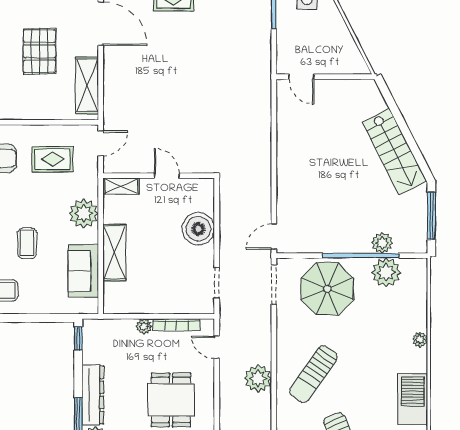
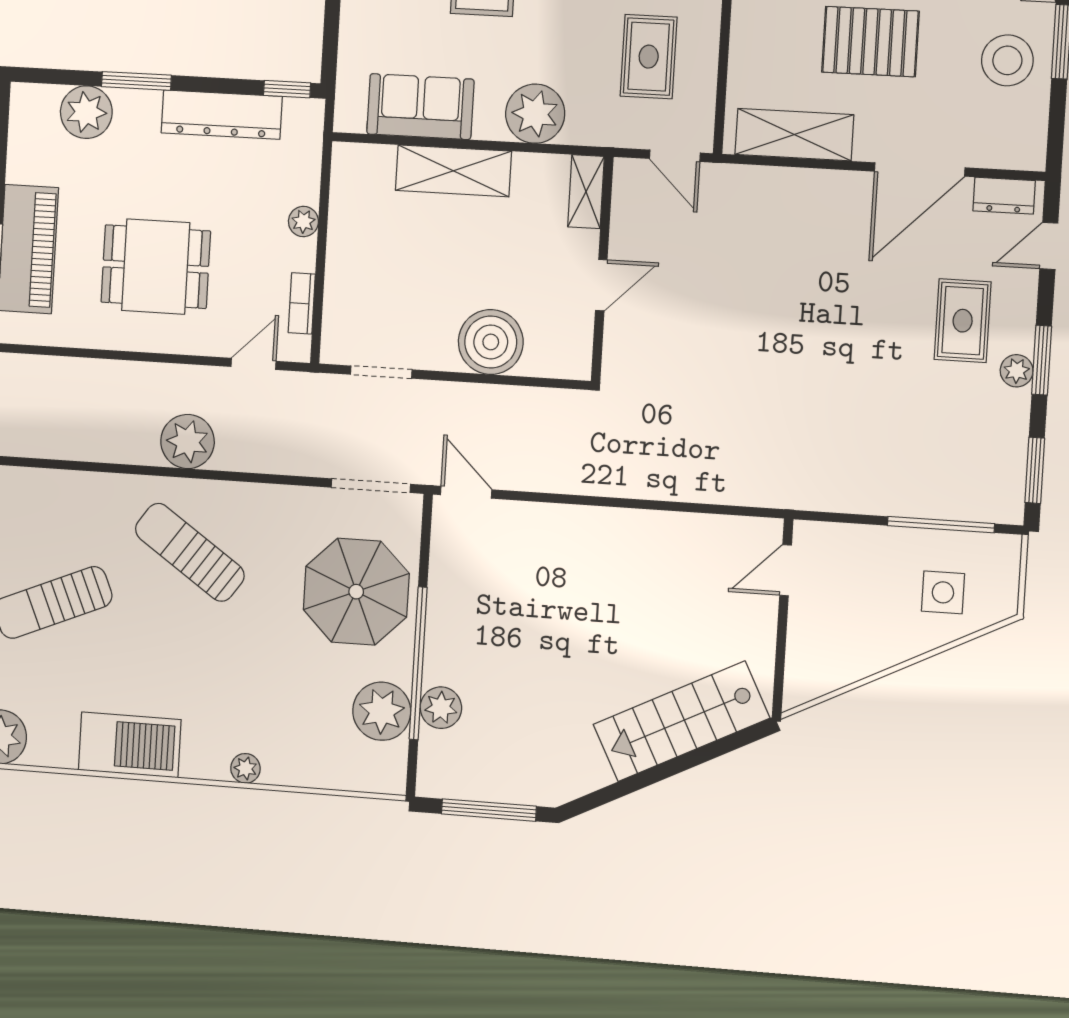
stairs: (394, 152) -> (681, 721), moved
bookcase: (176, 325) -> (302, 303), width x0.64
dresser: (93, 395) -> (222, 115), moved

